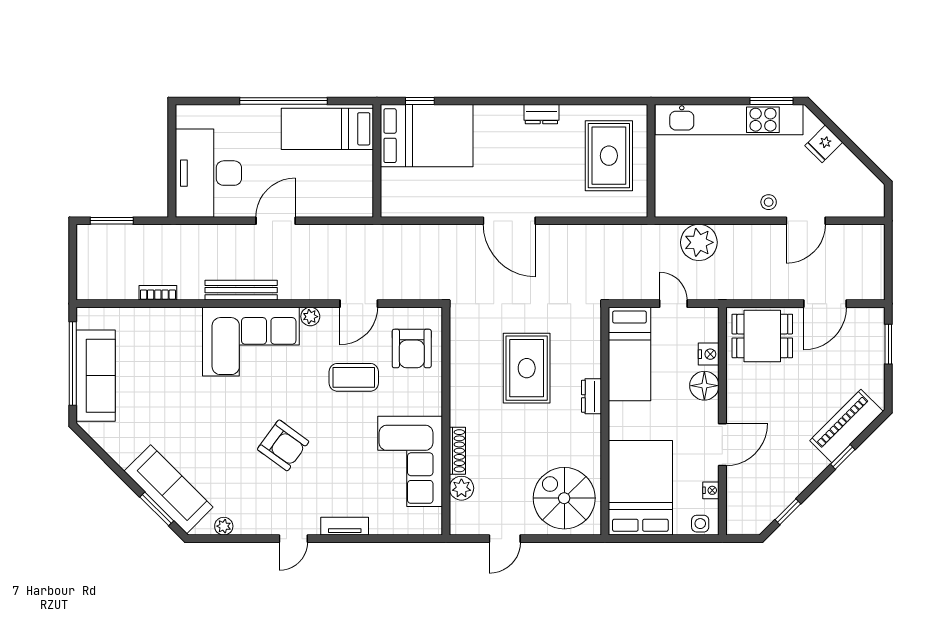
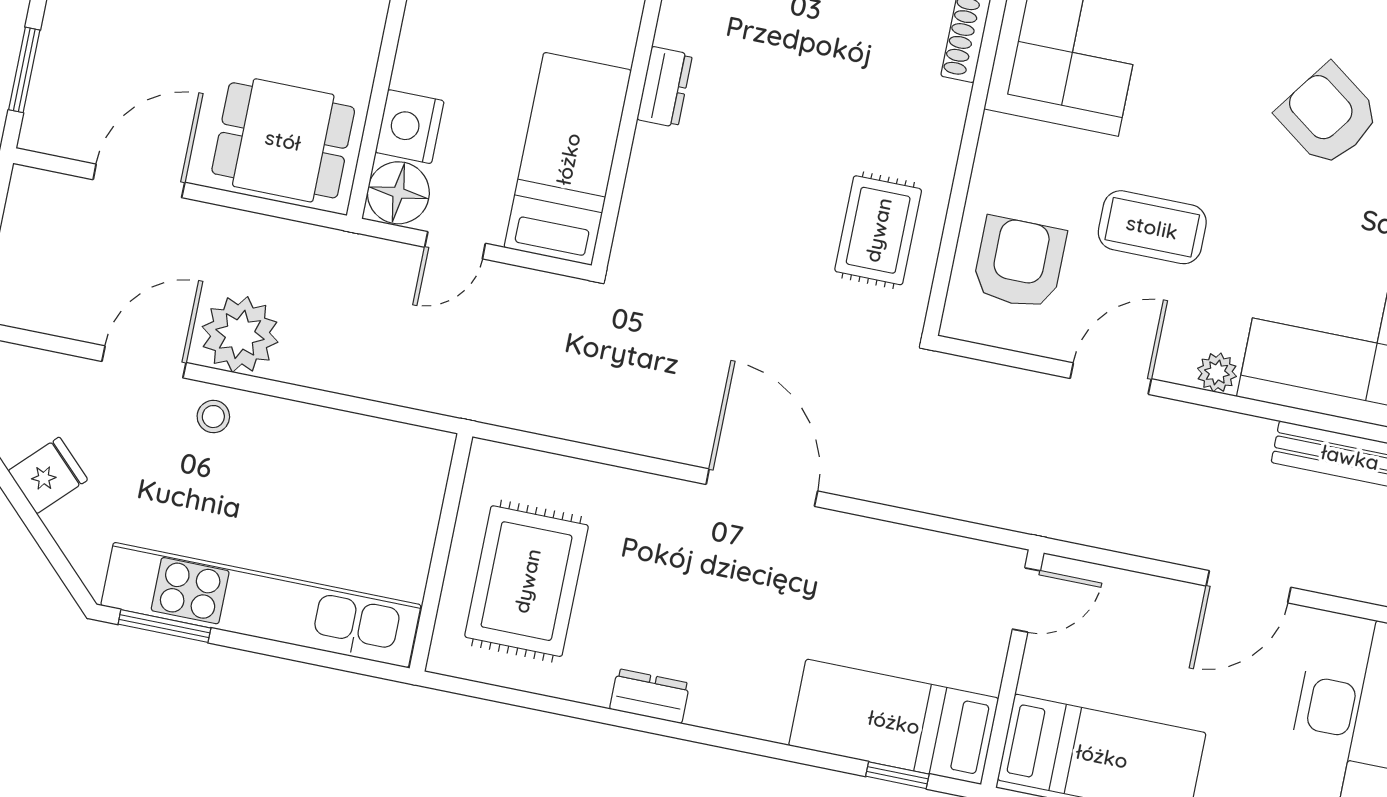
bed: (427, 136) -> (894, 722), width x0.67
fridge: (824, 144) -> (48, 475), moved
door: (377, 194) -> (1026, 600), added
plant: (699, 242) -> (240, 334), moved
door: (673, 304) -> (455, 245), hinge flipped
nightstand: (709, 354) -> (410, 127), width x1.36, depth x1.33
rug: (527, 368) -> (878, 230), moved, width x0.73, depth x0.70
floor lamp: (704, 386) -> (398, 193), moved

